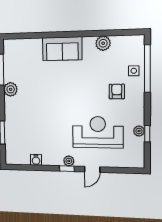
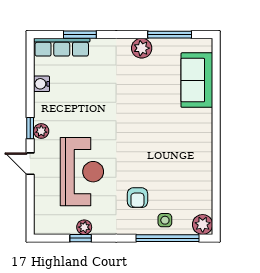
plant: (103, 43) -> (203, 224), moved
sofa: (62, 49) -> (197, 80), moved
armchair: (117, 91) -> (137, 198), turned 90
row of seats: (11, 145) -> (62, 47), added

